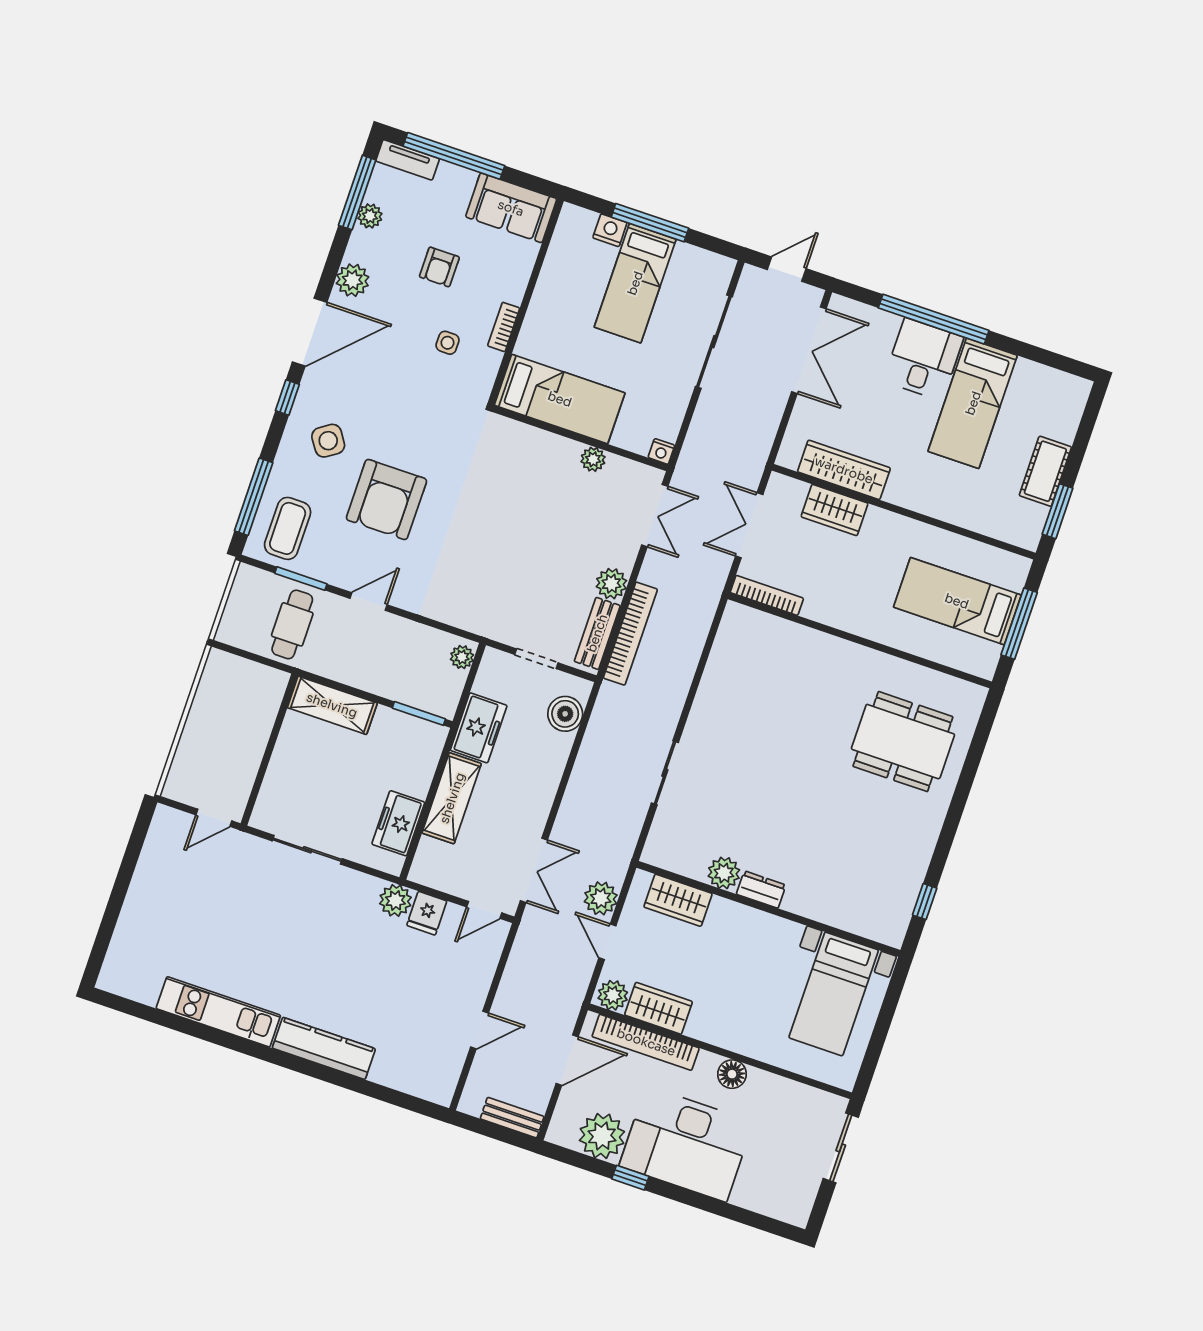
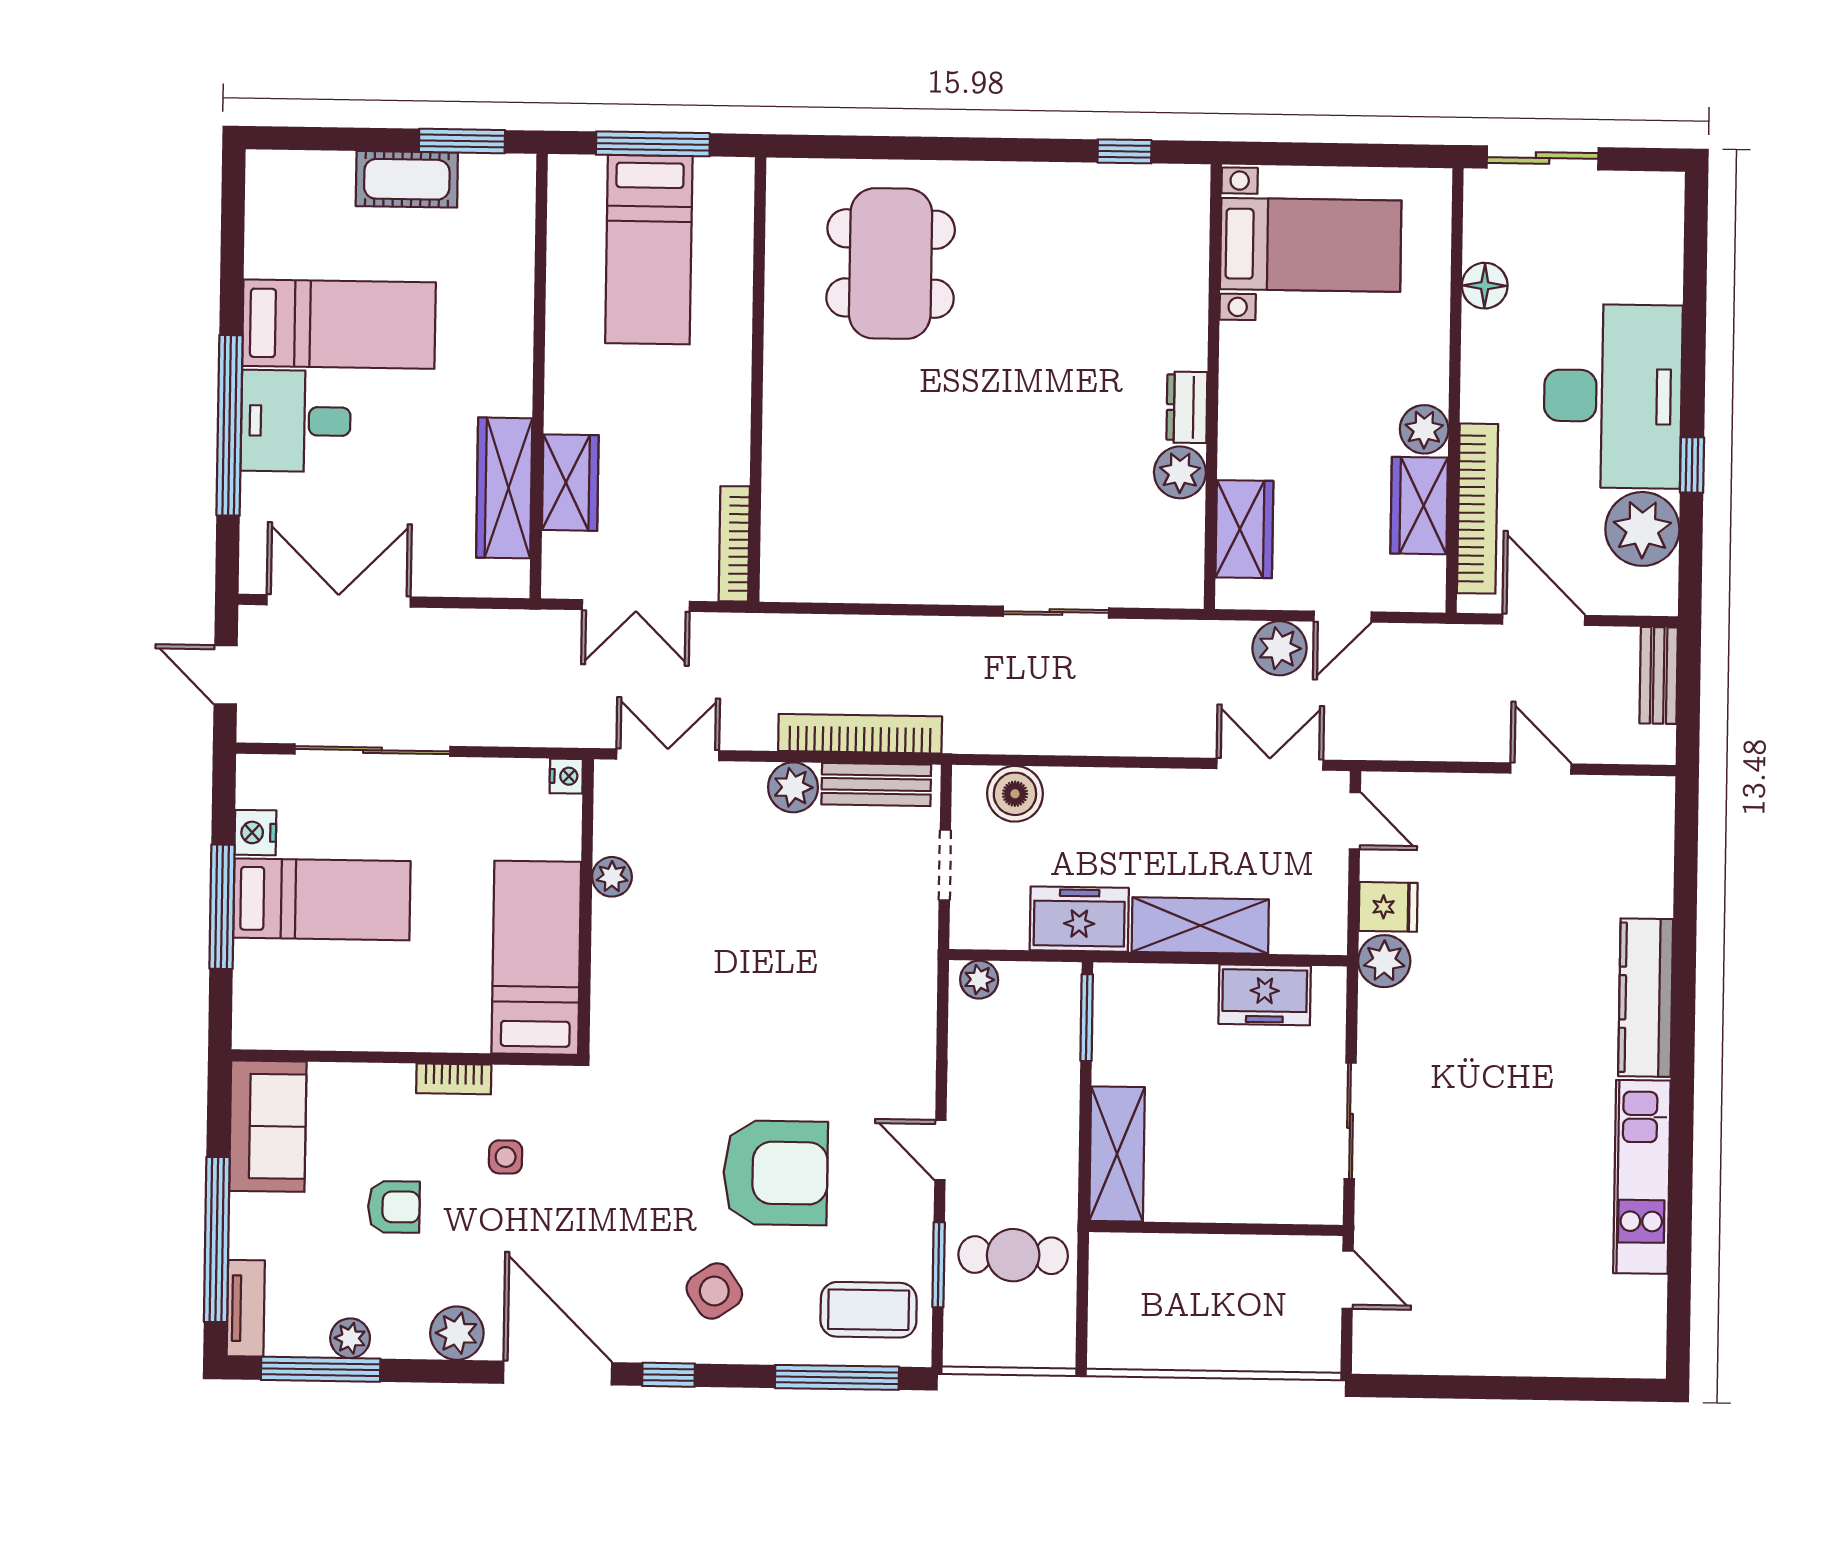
nightstand: (610, 230) -> (255, 833), moved
plant: (613, 995) -> (1424, 429), moved
floor lamp: (732, 1074) -> (1485, 286), moved

